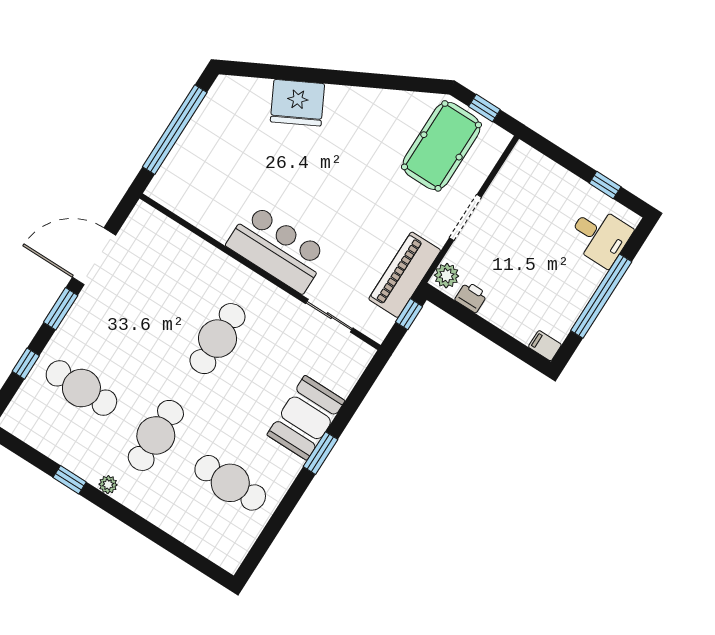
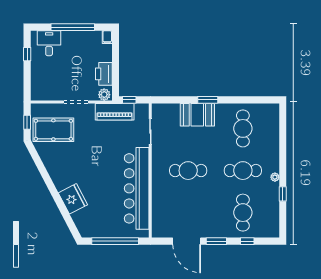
bar counter: (277, 249) -> (137, 188), width x1.86
printer: (471, 297) -> (104, 74), width x1.87, depth x1.48

